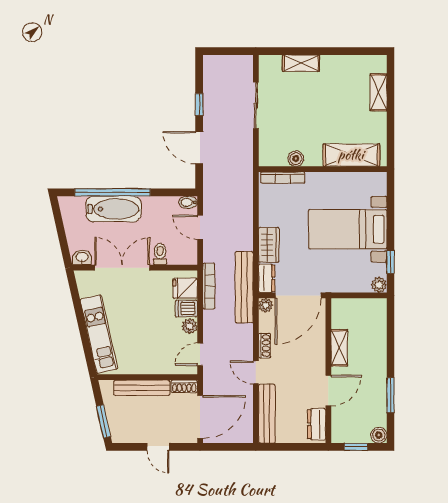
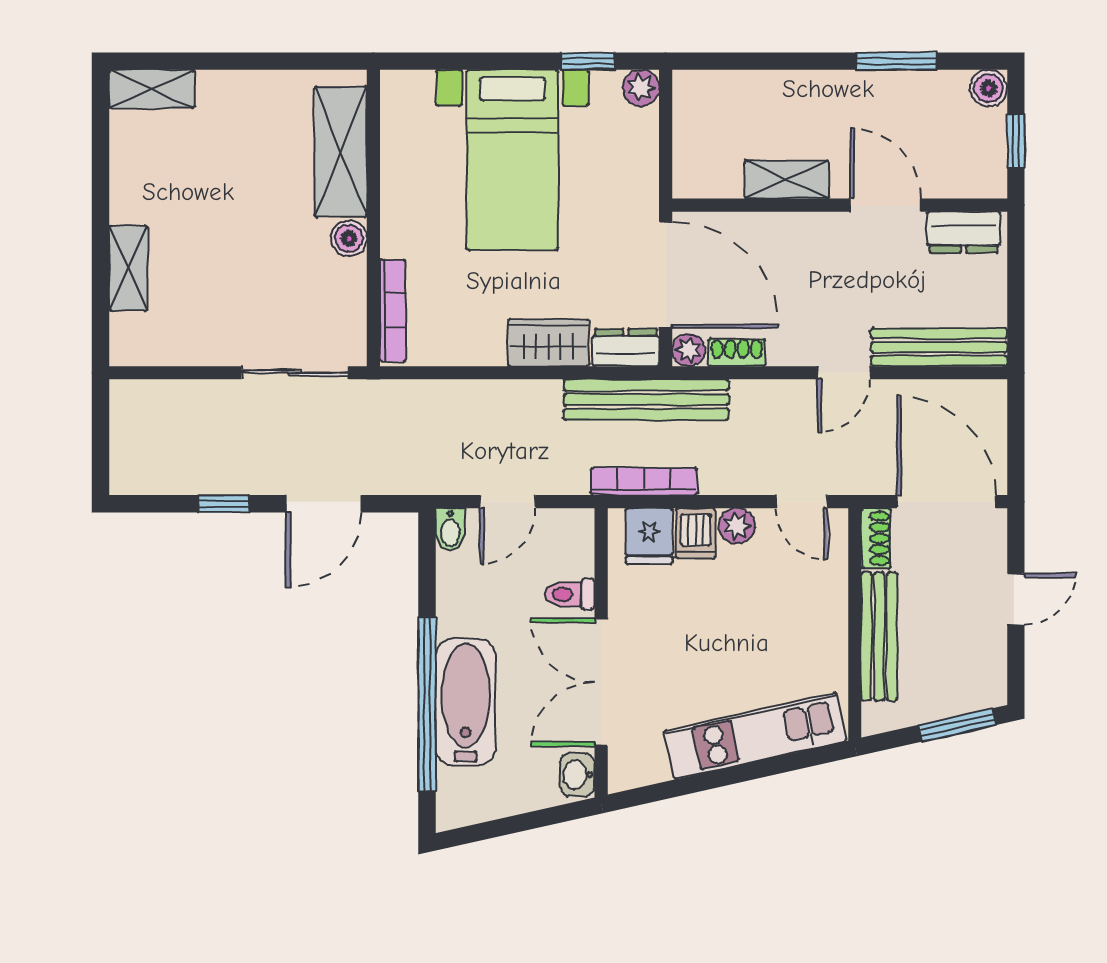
shelving: (378, 92) -> (152, 89), moved
sliding door: (256, 105) -> (295, 373), moved
boiler: (296, 159) -> (349, 238), moved
shoe rack: (265, 346) -> (737, 352), moved

